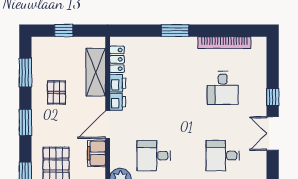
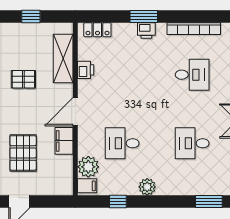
locker: (117, 59) -> (97, 30), moved, turned 90
desk: (223, 88) -> (192, 75), turned -90
pallet: (56, 93) -> (23, 79), turned 90
printer: (118, 102) -> (146, 30), moved, turned 90

